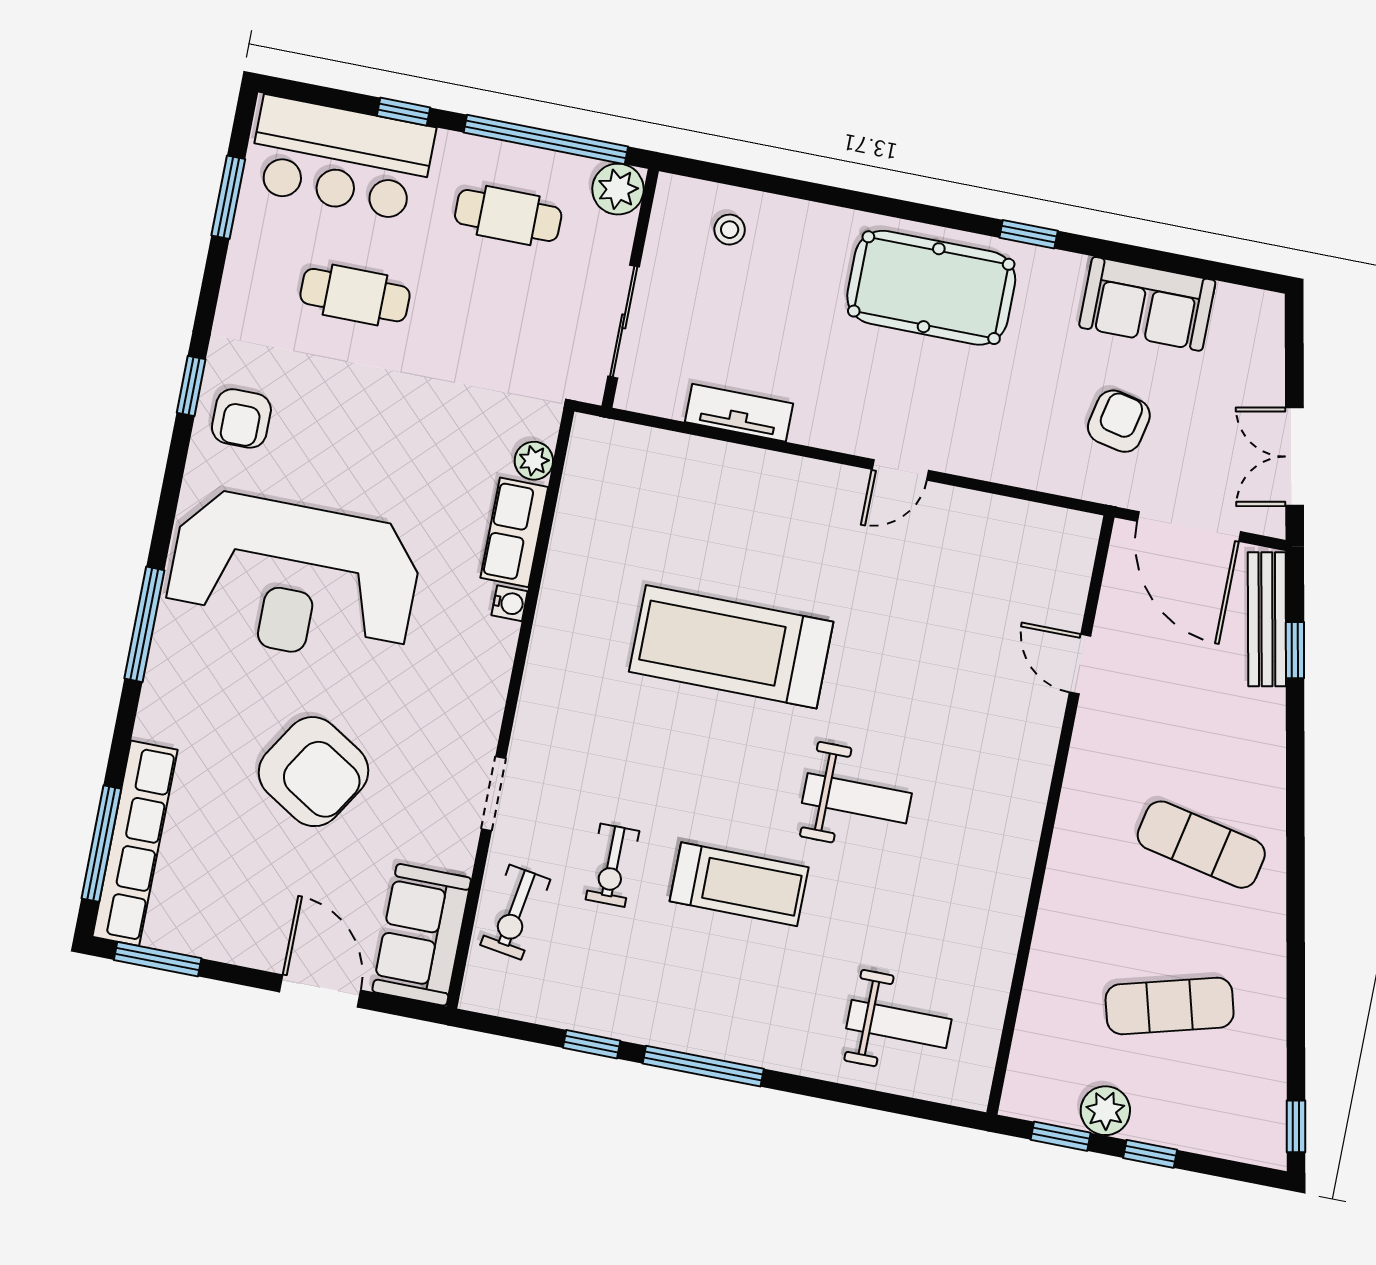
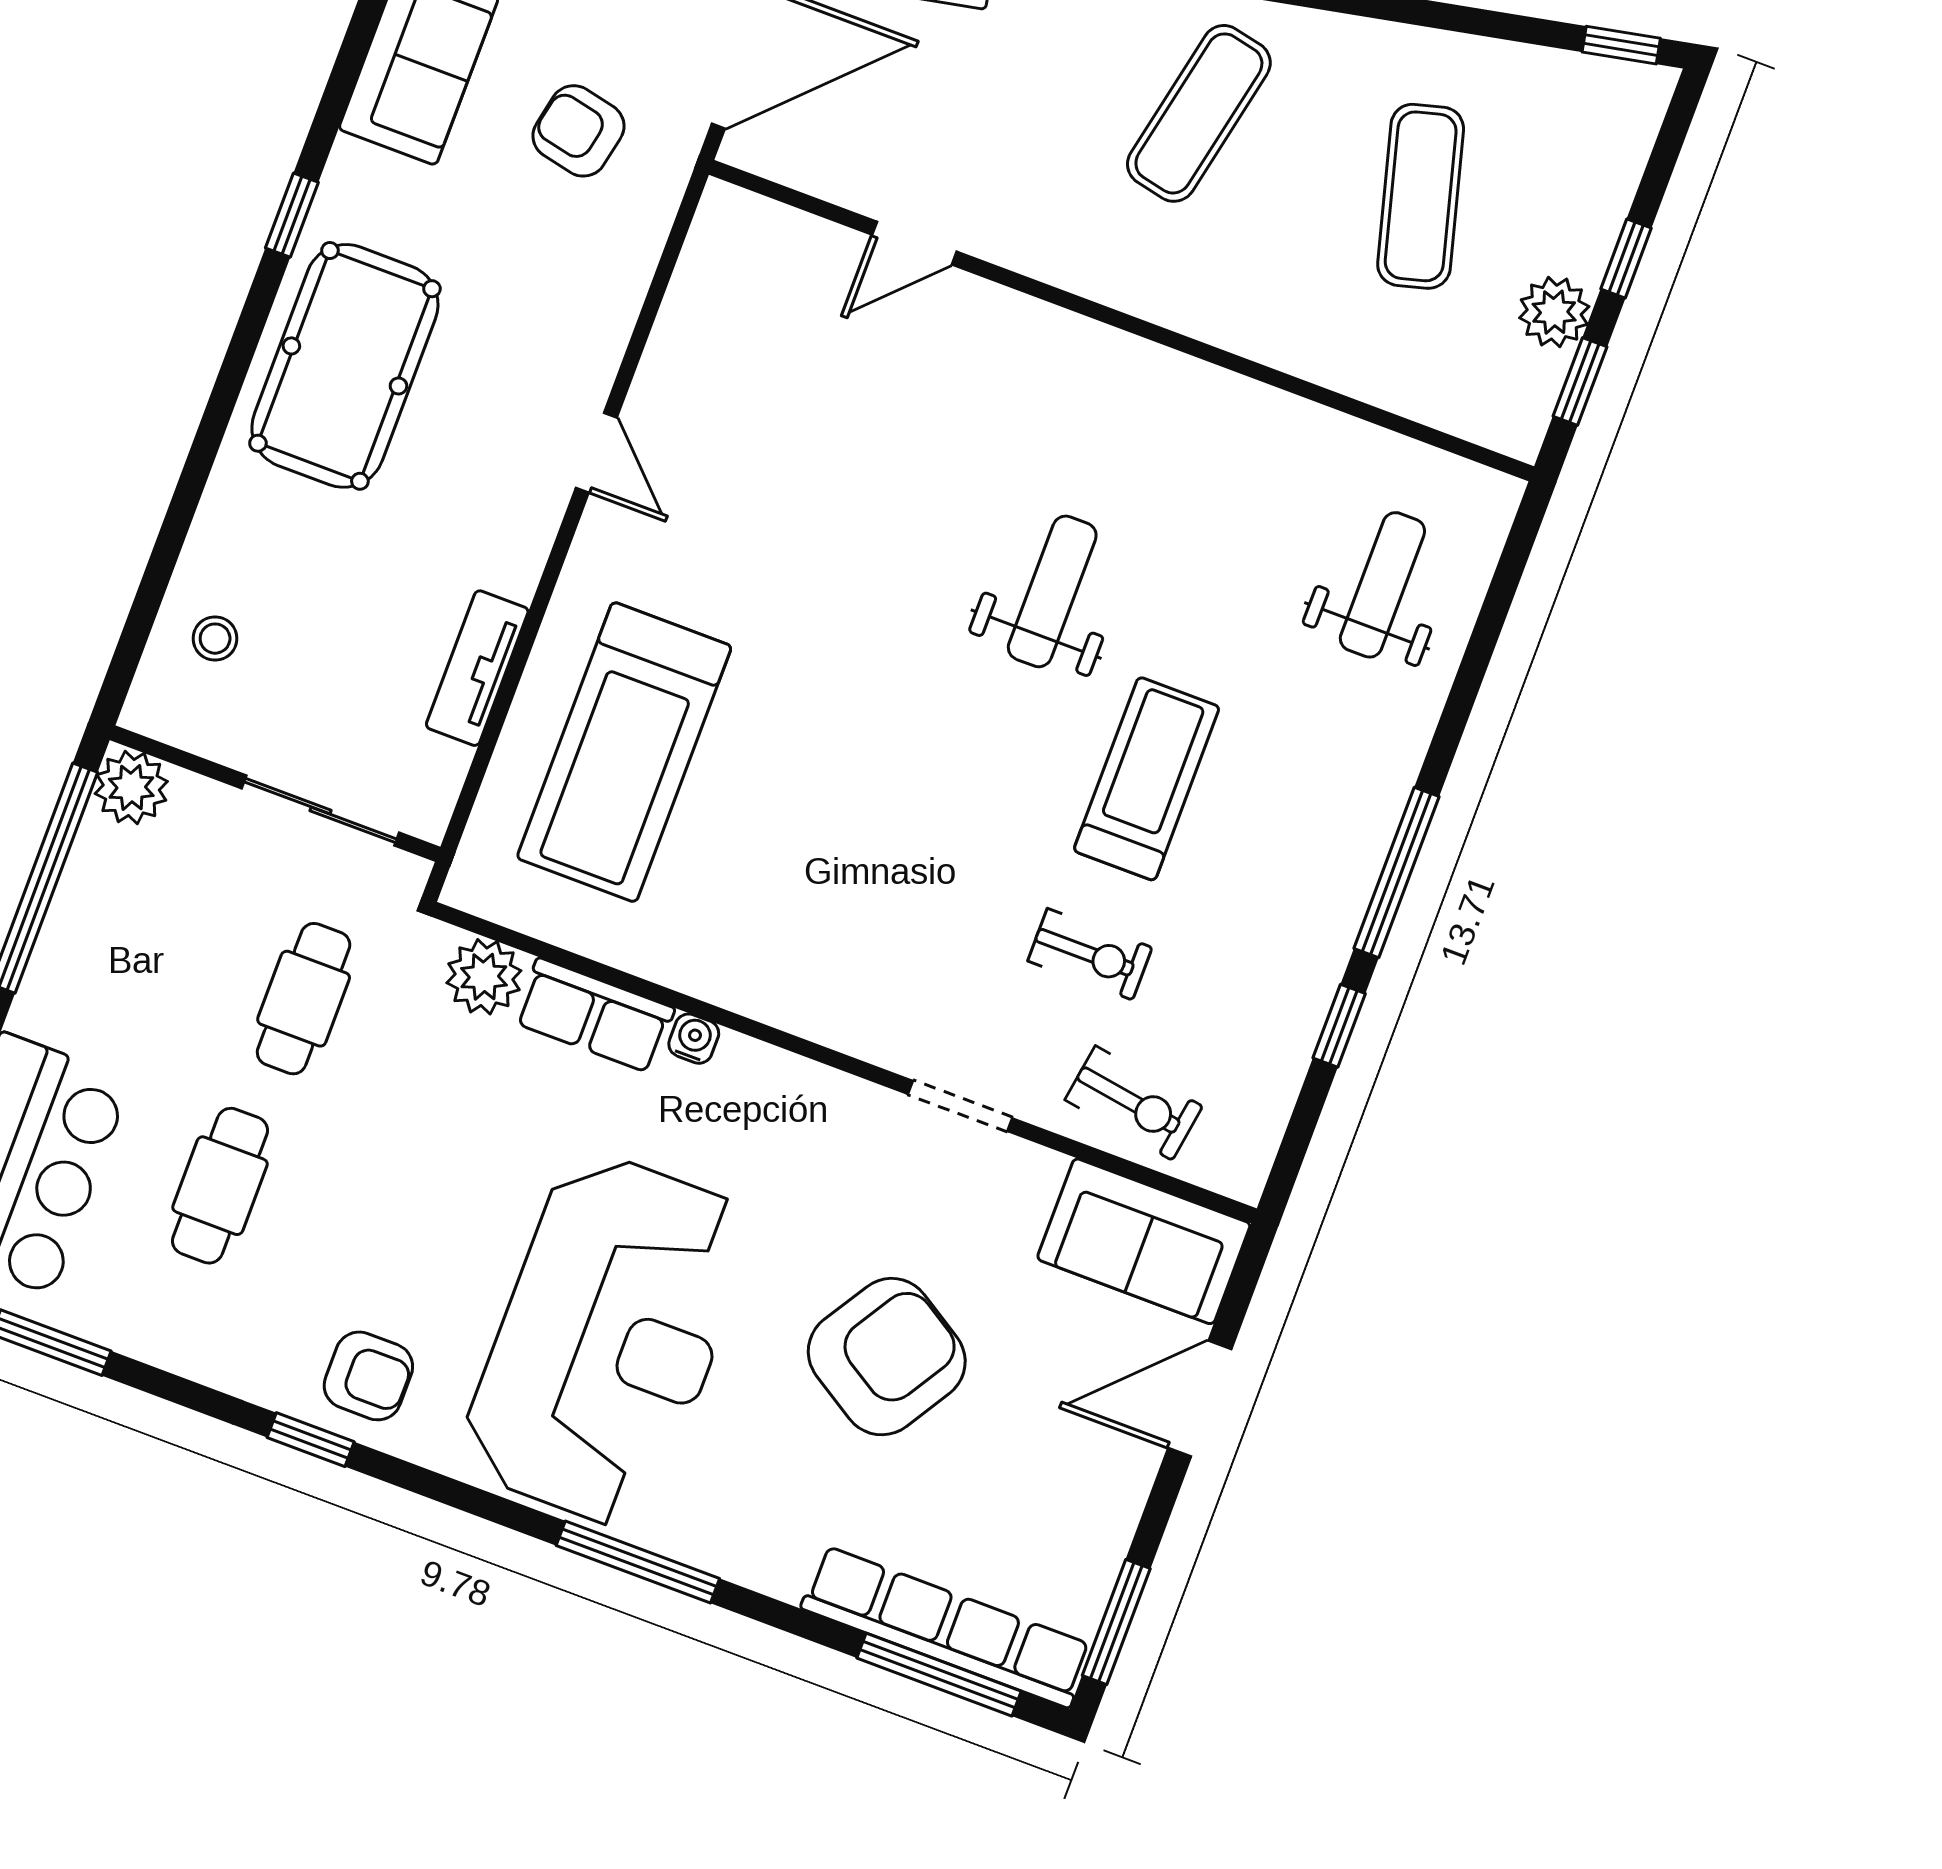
cafe table: (508, 215) -> (304, 999), moved
plant: (534, 461) -> (484, 977), width x1.38, depth x1.38
treadmill: (731, 647) -> (624, 752), moved

